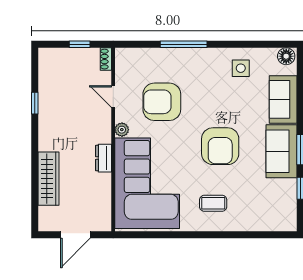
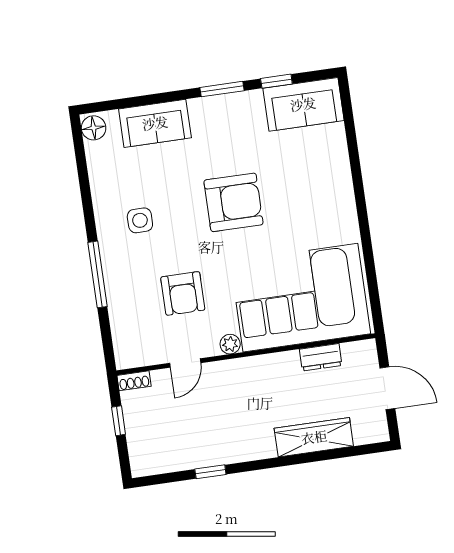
side table: (241, 68) -> (140, 220), moved
armchair: (162, 102) -> (183, 293), width x0.73, depth x0.73
sofa: (281, 151) -> (303, 104), moved
dresser: (104, 158) -> (321, 357), moved
coffee table: (213, 203) -> (315, 201), removed

